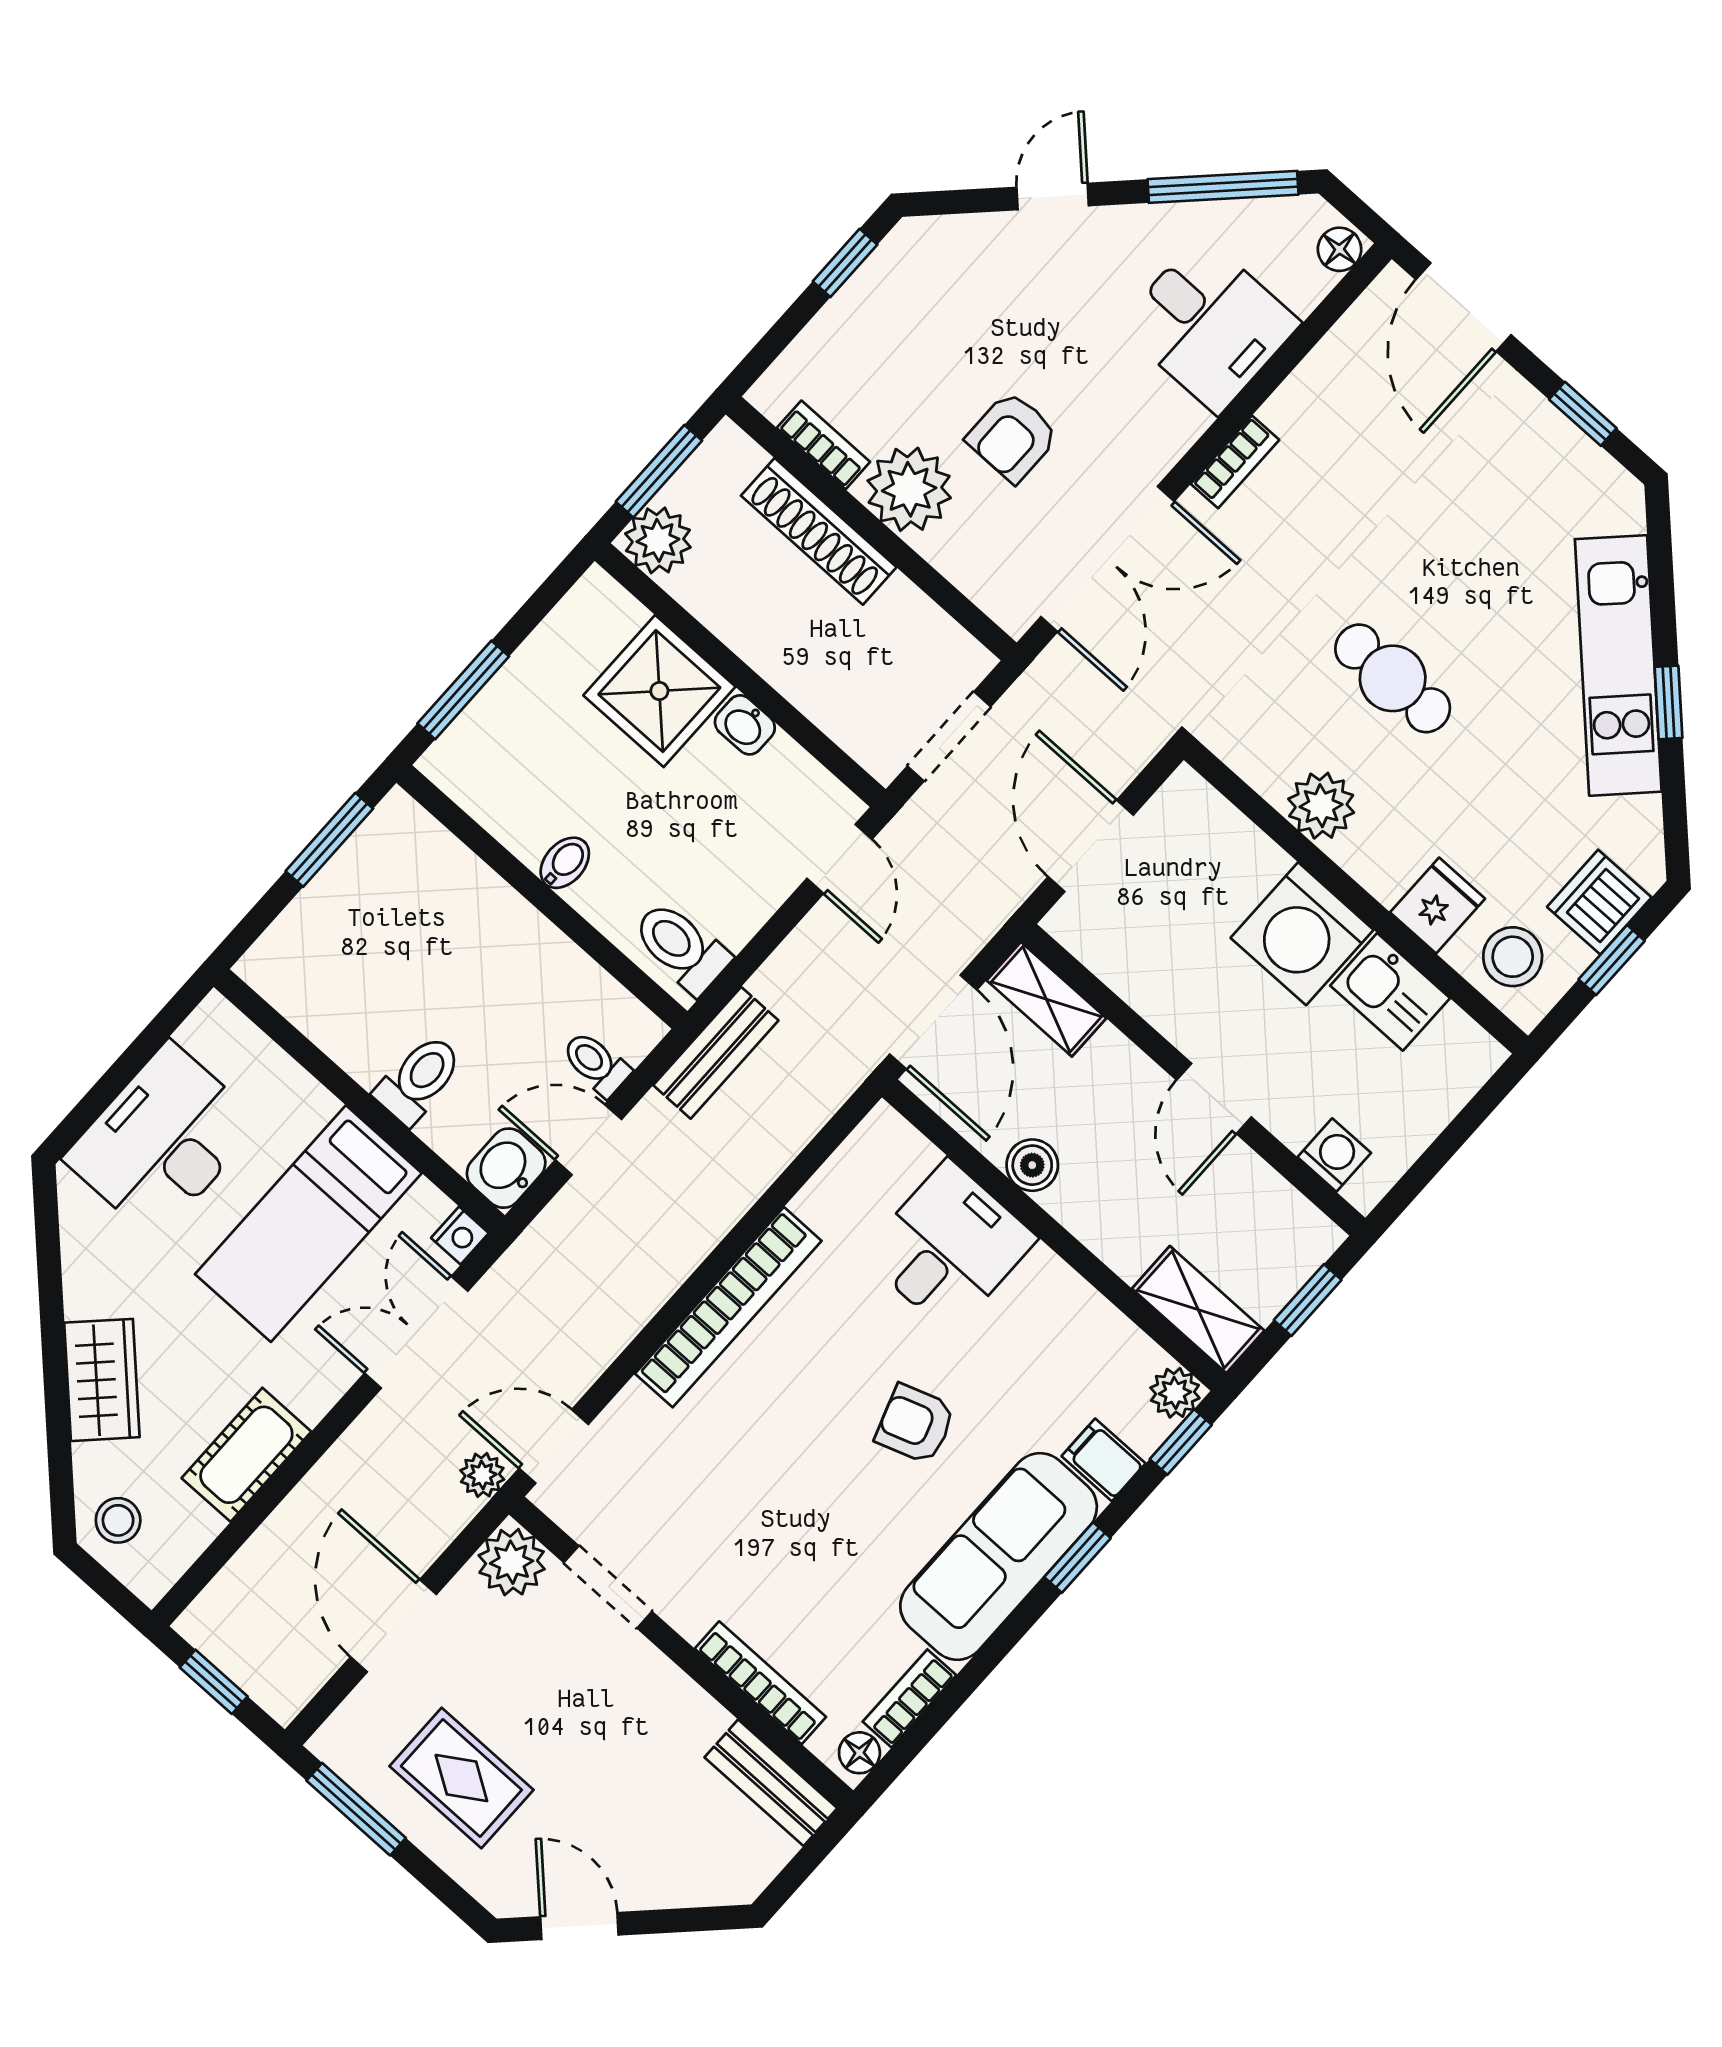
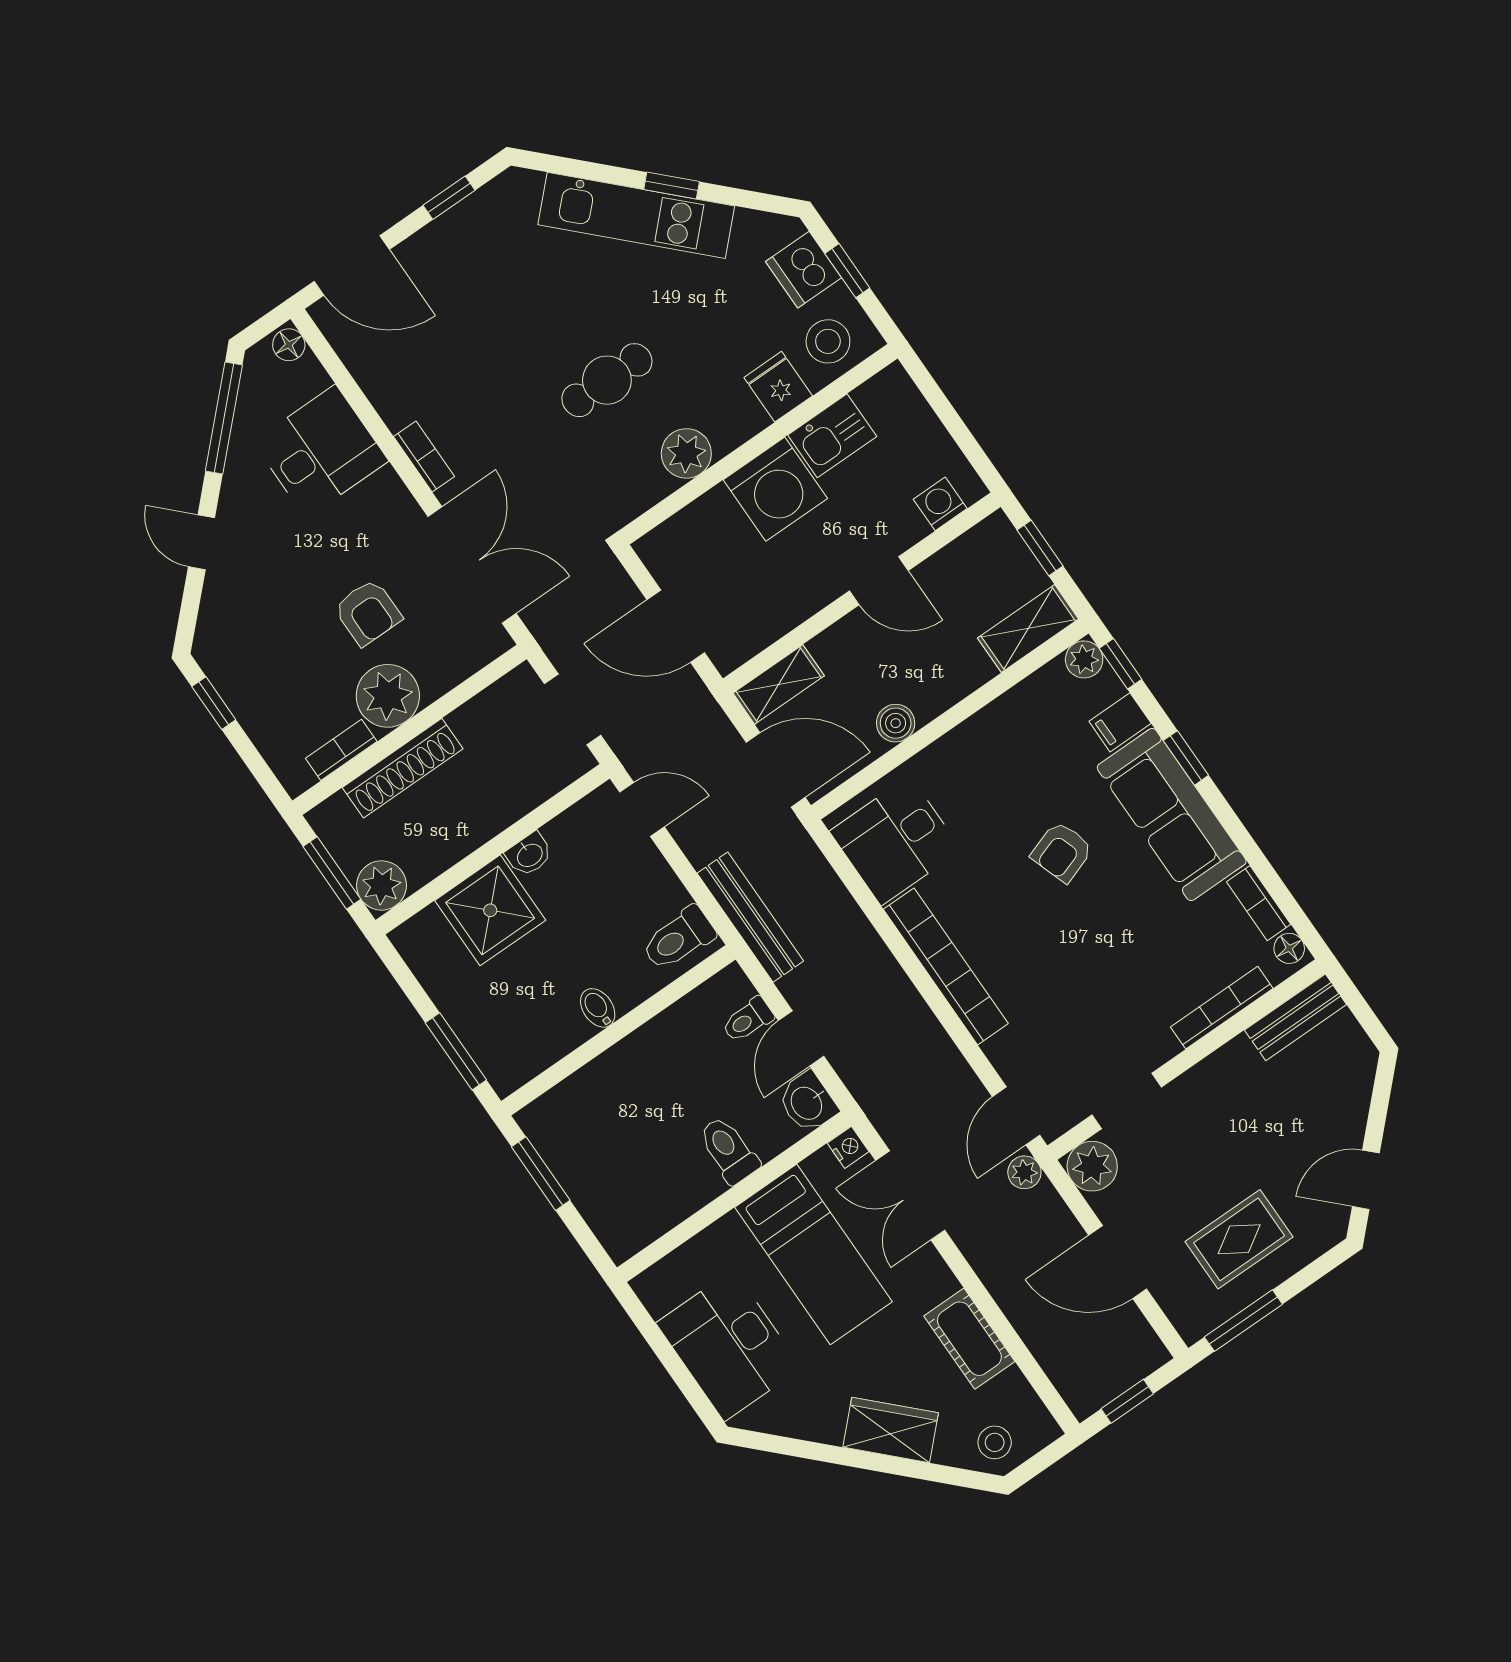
bench: (716, 1053) -> (750, 917), width x1.36
desk: (949, 1247) -> (896, 841), moved, turned -90

